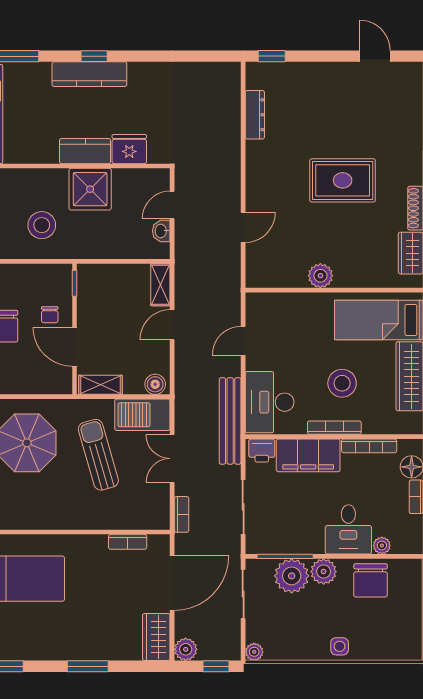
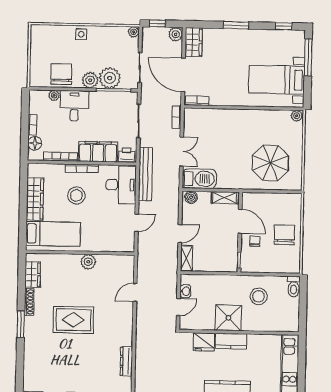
sun lounger: (98, 455) -> (227, 155), removed
bookcase: (128, 542) -> (197, 101), moved
door: (172, 583) -> (183, 75), hinge flipped

